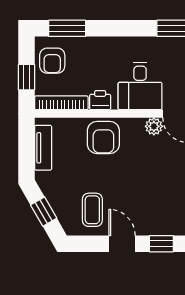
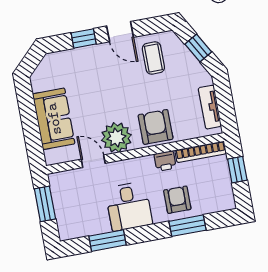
window: (67, 28) -> (188, 226), moved
armchair: (52, 61) -> (177, 200), moved
desk: (140, 86) -> (129, 206), moved, turned 180
plant: (154, 126) -> (116, 138), width x1.88, depth x1.88

